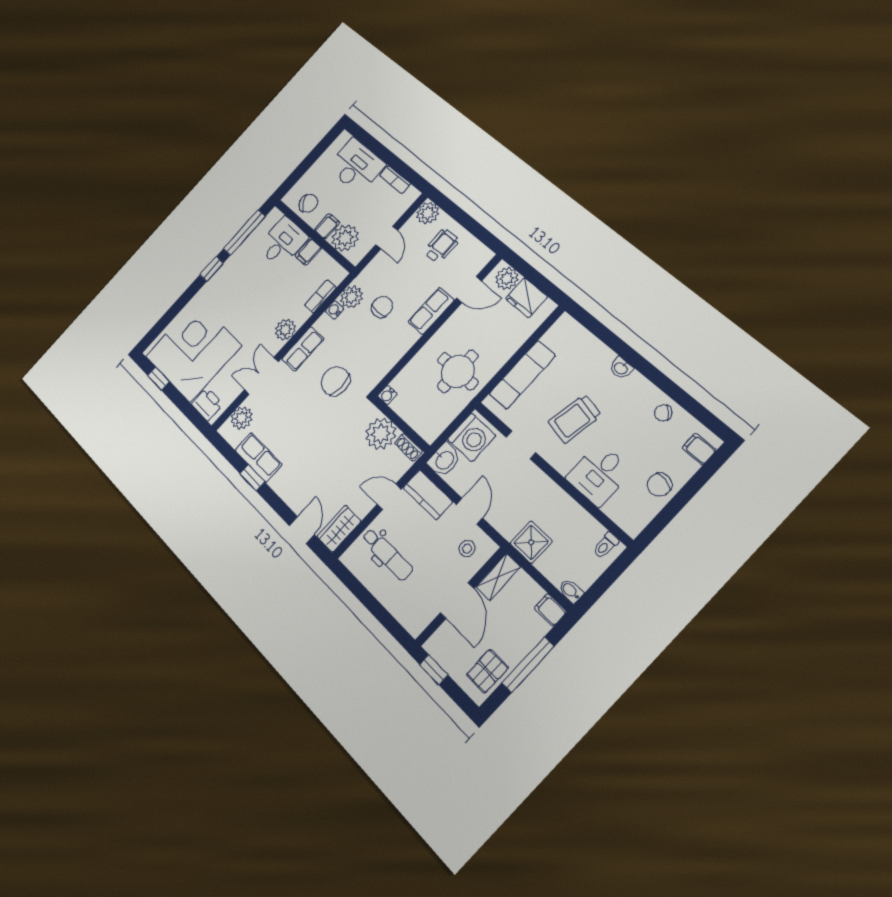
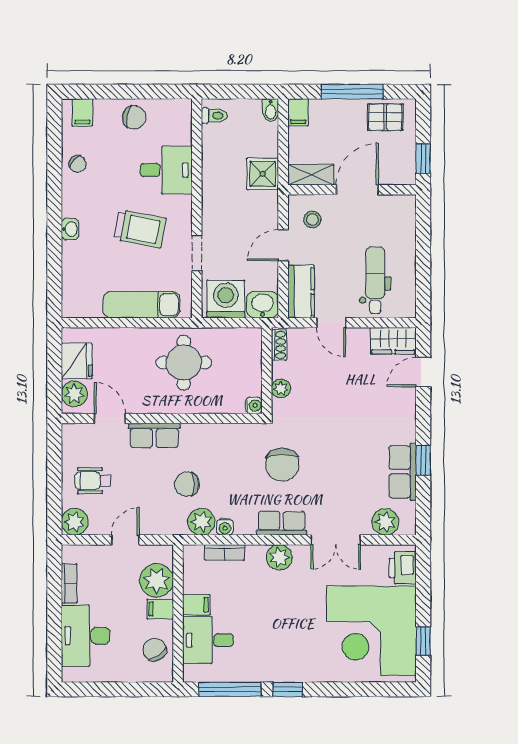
plant: (381, 434) -> (281, 388), width x0.53, depth x0.53

